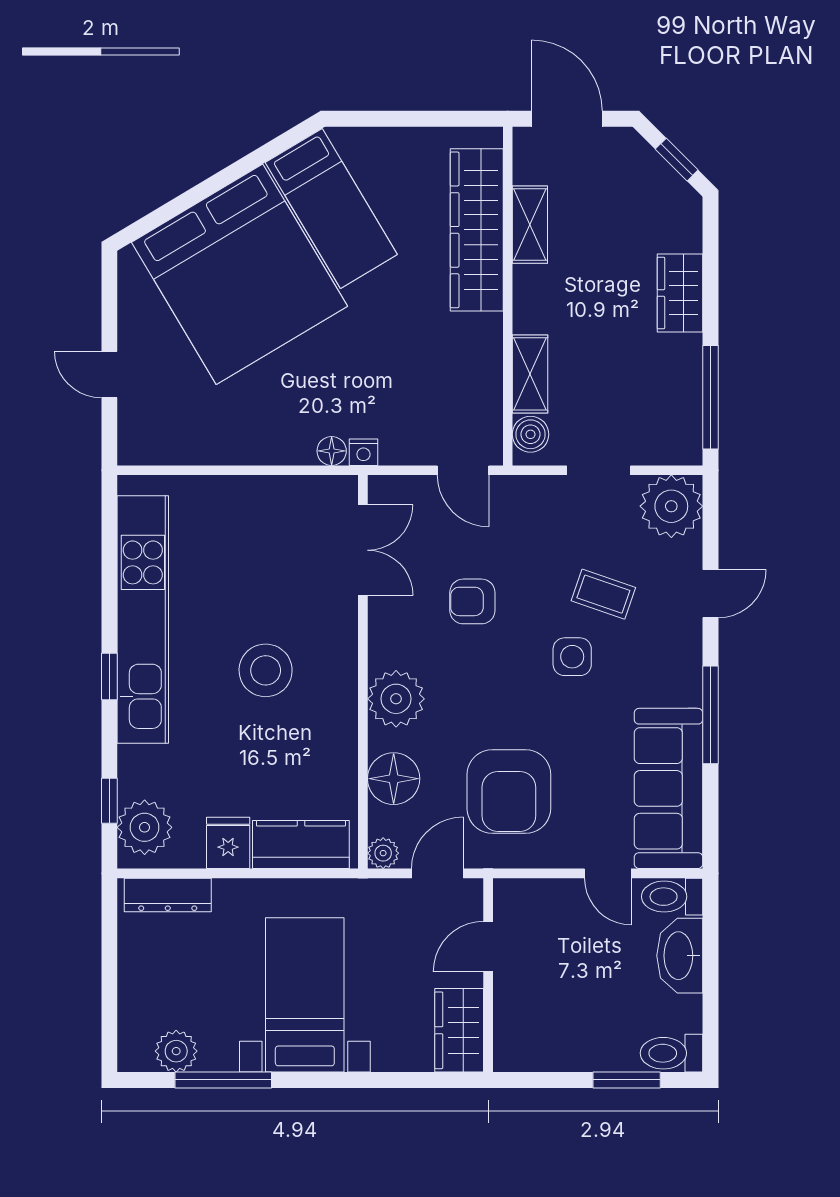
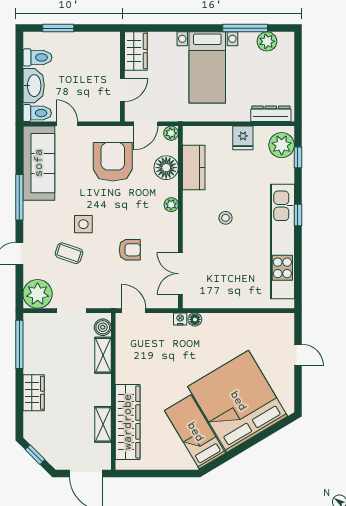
stool: (266, 670) -> (226, 218), width x0.53, depth x0.53
plant: (396, 699) -> (171, 205), width x0.53, depth x0.53
kitchen counter: (301, 844) -> (194, 168), moved, turned -90
toilet: (671, 1053) -> (37, 57), moved

